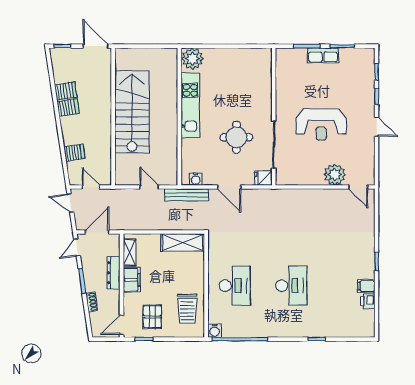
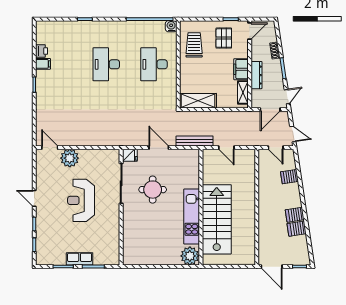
stairs: (132, 112) -> (217, 219), moved, turned 180
reception desk: (321, 124) -> (81, 200), turned -90
water cooler: (196, 179) -> (187, 154), removed

